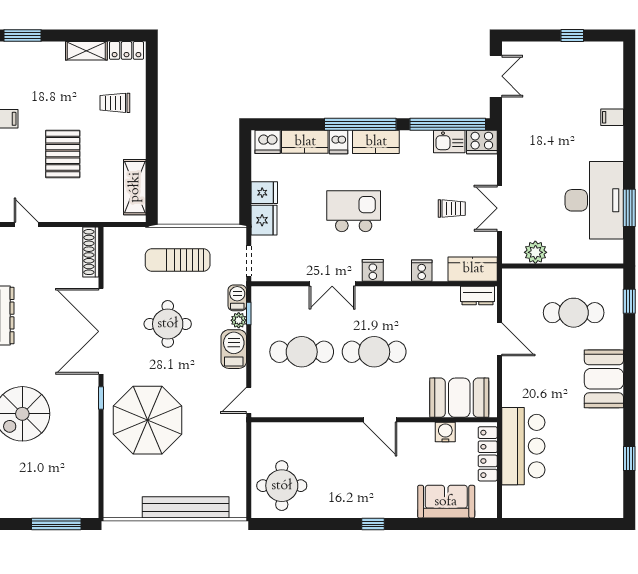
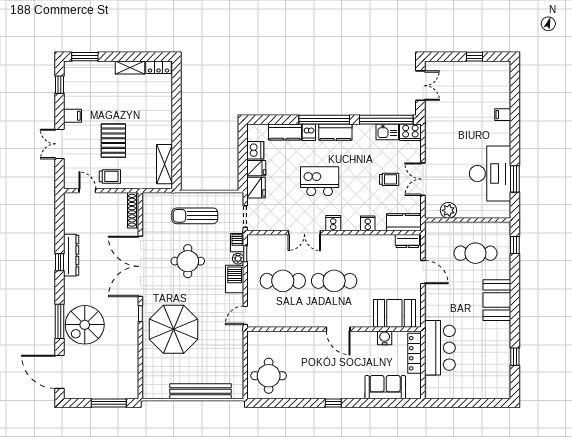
trolley: (115, 103) -> (110, 176), moved, turned 180
dishwasher: (268, 142) -> (255, 150), moved, turned -90

